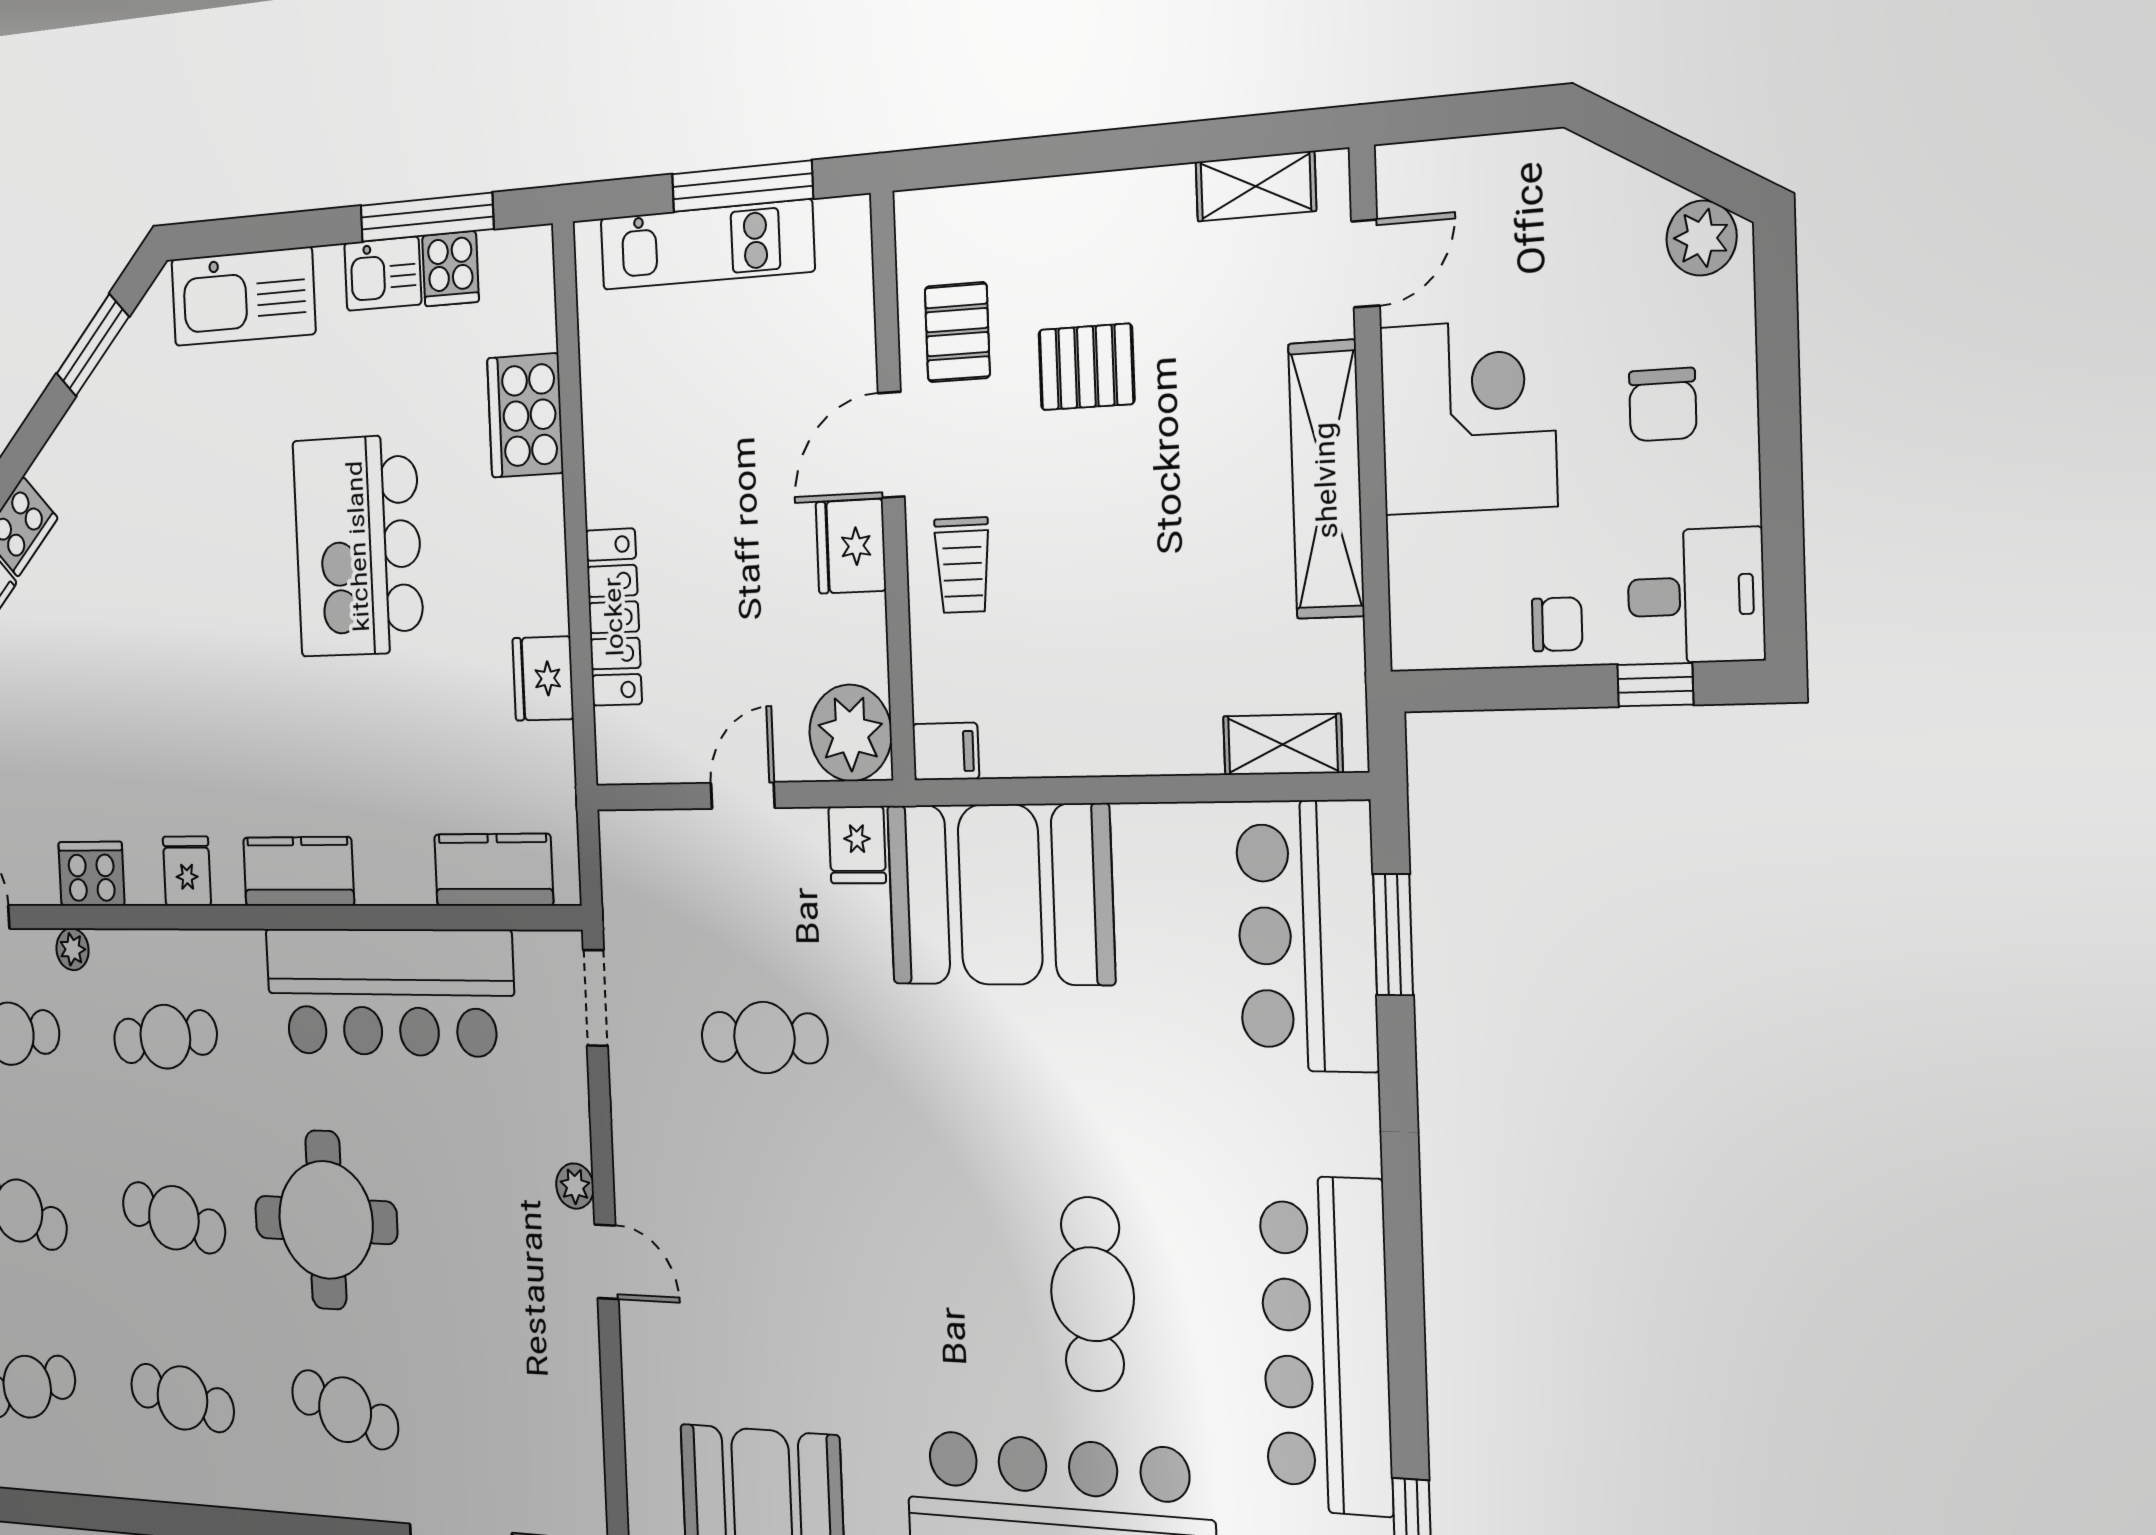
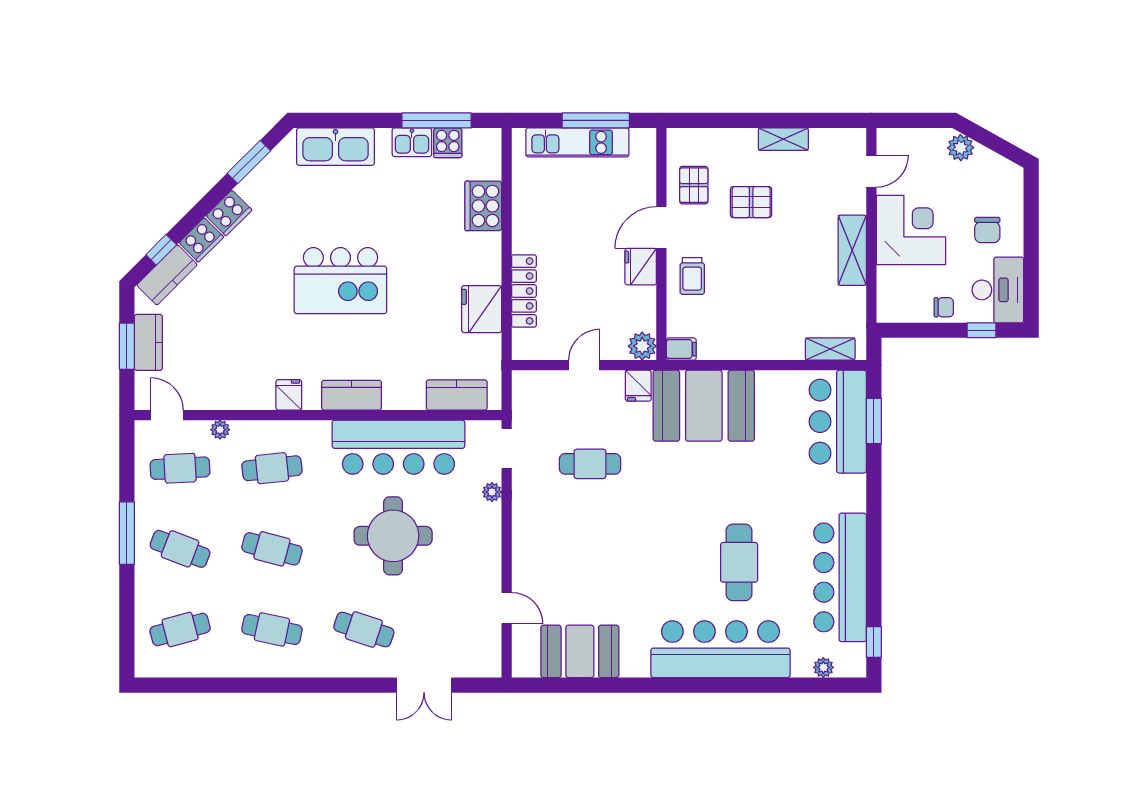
shelving: (1256, 186) -> (783, 139), moved
plant: (1702, 238) -> (961, 148), moved
shelving: (1326, 480) -> (852, 250), width x0.68
kitchen island: (358, 546) -> (340, 281), moved, turned -90
desk: (1696, 596) -> (998, 290), width x1.37
fridge: (543, 679) -> (482, 309), width x1.36, depth x1.34
plant: (850, 733) -> (642, 346), width x0.73, depth x0.73
cooker: (91, 874) -> (229, 213), moved, turned 135
plant: (575, 1186) -> (492, 492), moved
round table: (326, 1220) -> (393, 536), moved
door: (606, 1262) -> (507, 608), moved

